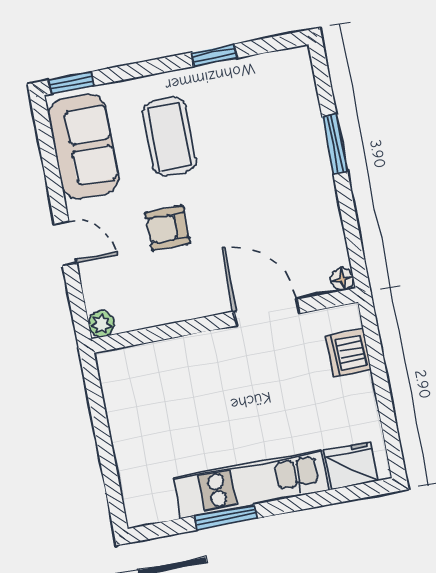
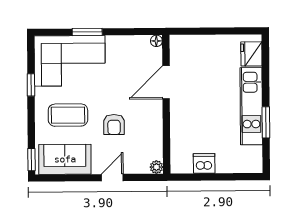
corner sofa: (273, 121) -> (70, 61), added
dishwasher: (348, 353) -> (204, 163), moved, turned 180

